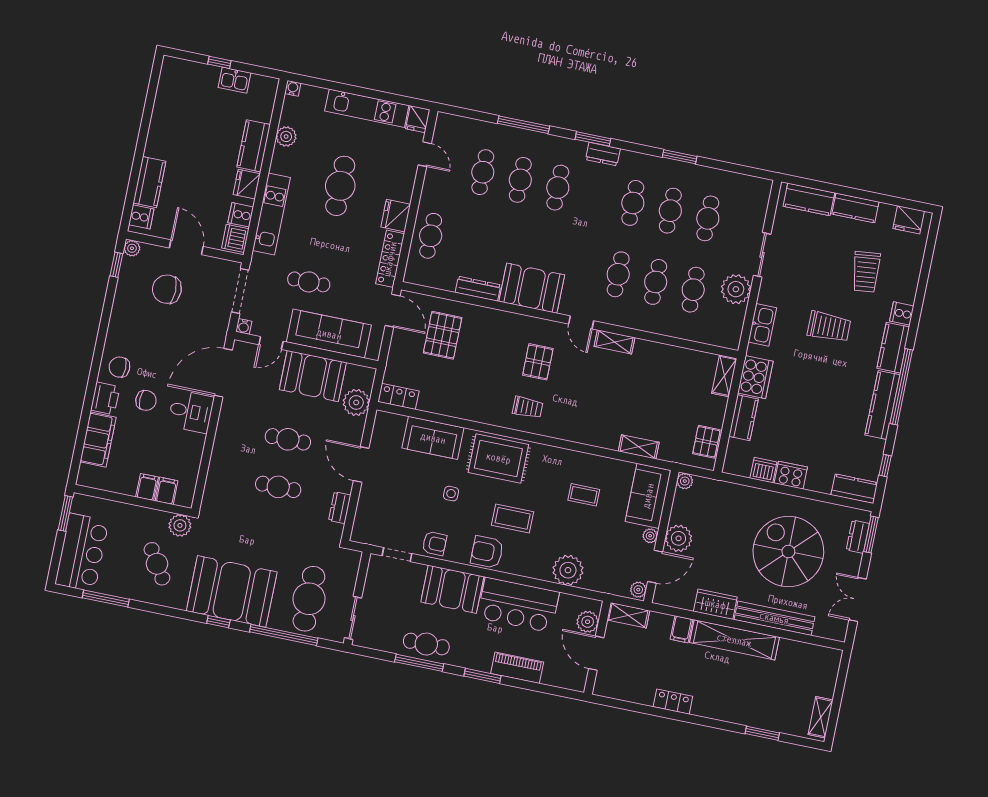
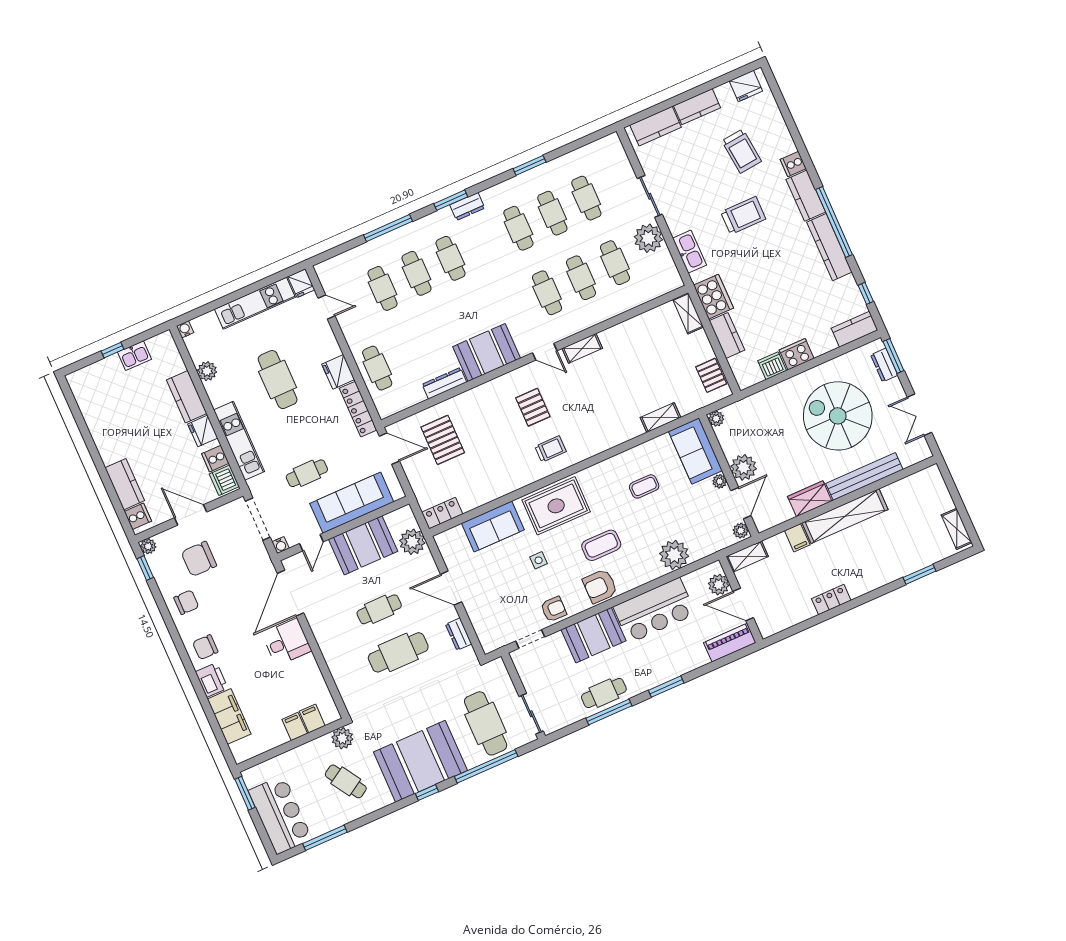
chair: (146, 400) -> (186, 602), moved
cafe table: (278, 487) -> (398, 652), width x1.37, depth x1.35
piano: (517, 668) -> (730, 643), moved

